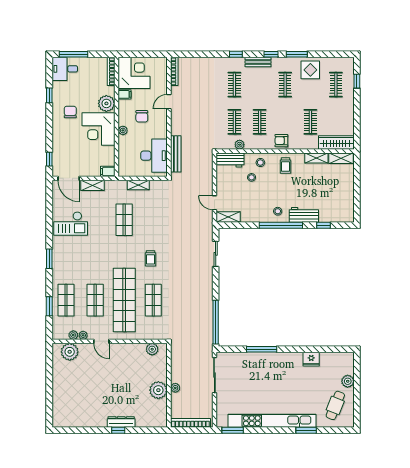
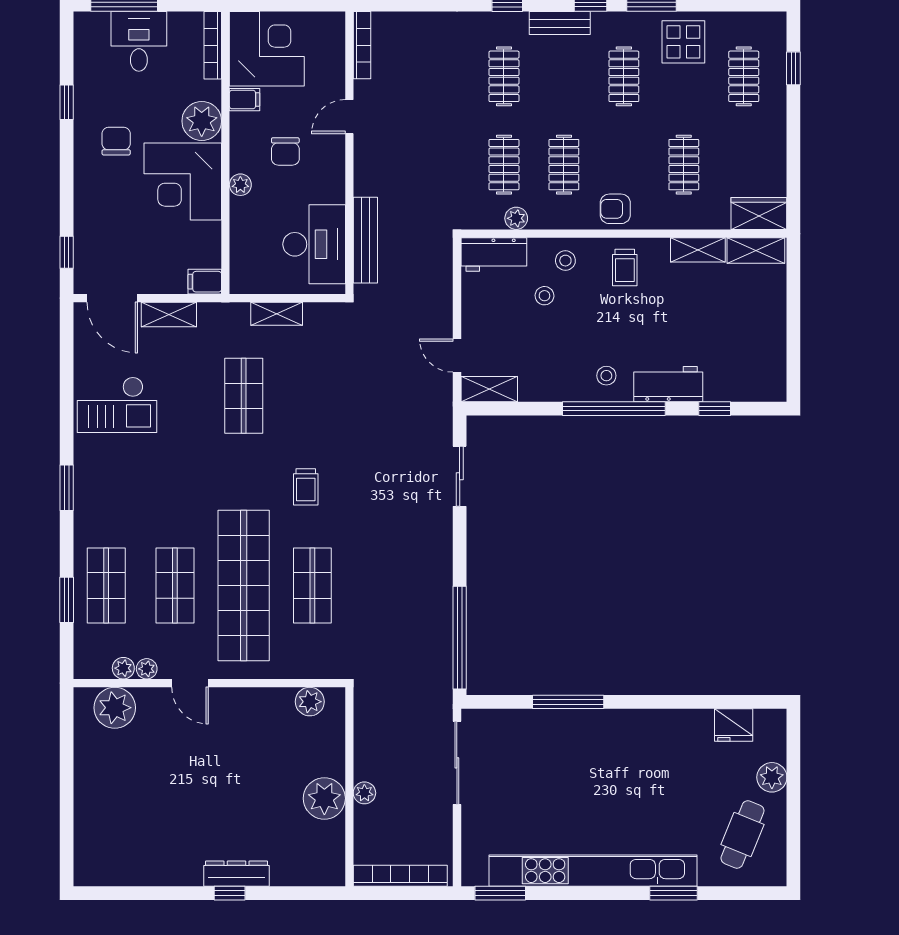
desk: (65, 69) -> (139, 41), moved, turned 90
wardrobe: (336, 143) -> (759, 213), width x0.67
fridge: (311, 359) -> (734, 725), moved

